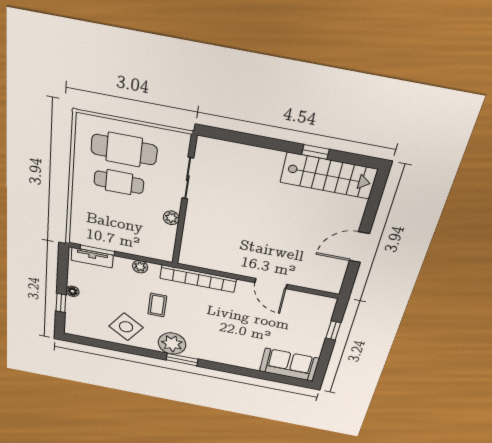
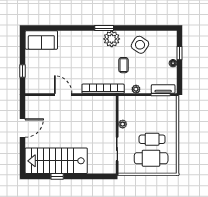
stairs: (329, 176) -> (56, 161), width x1.36, depth x1.51

